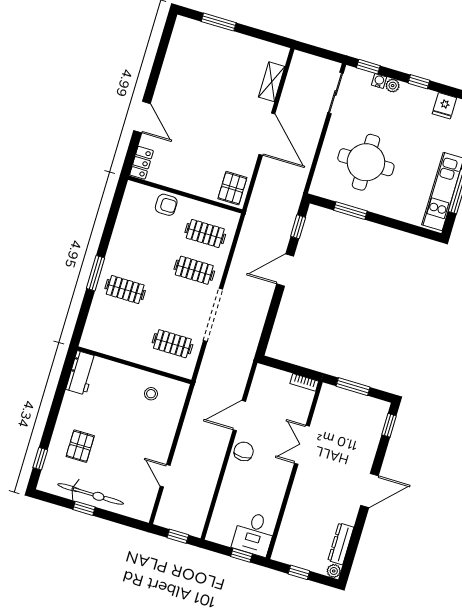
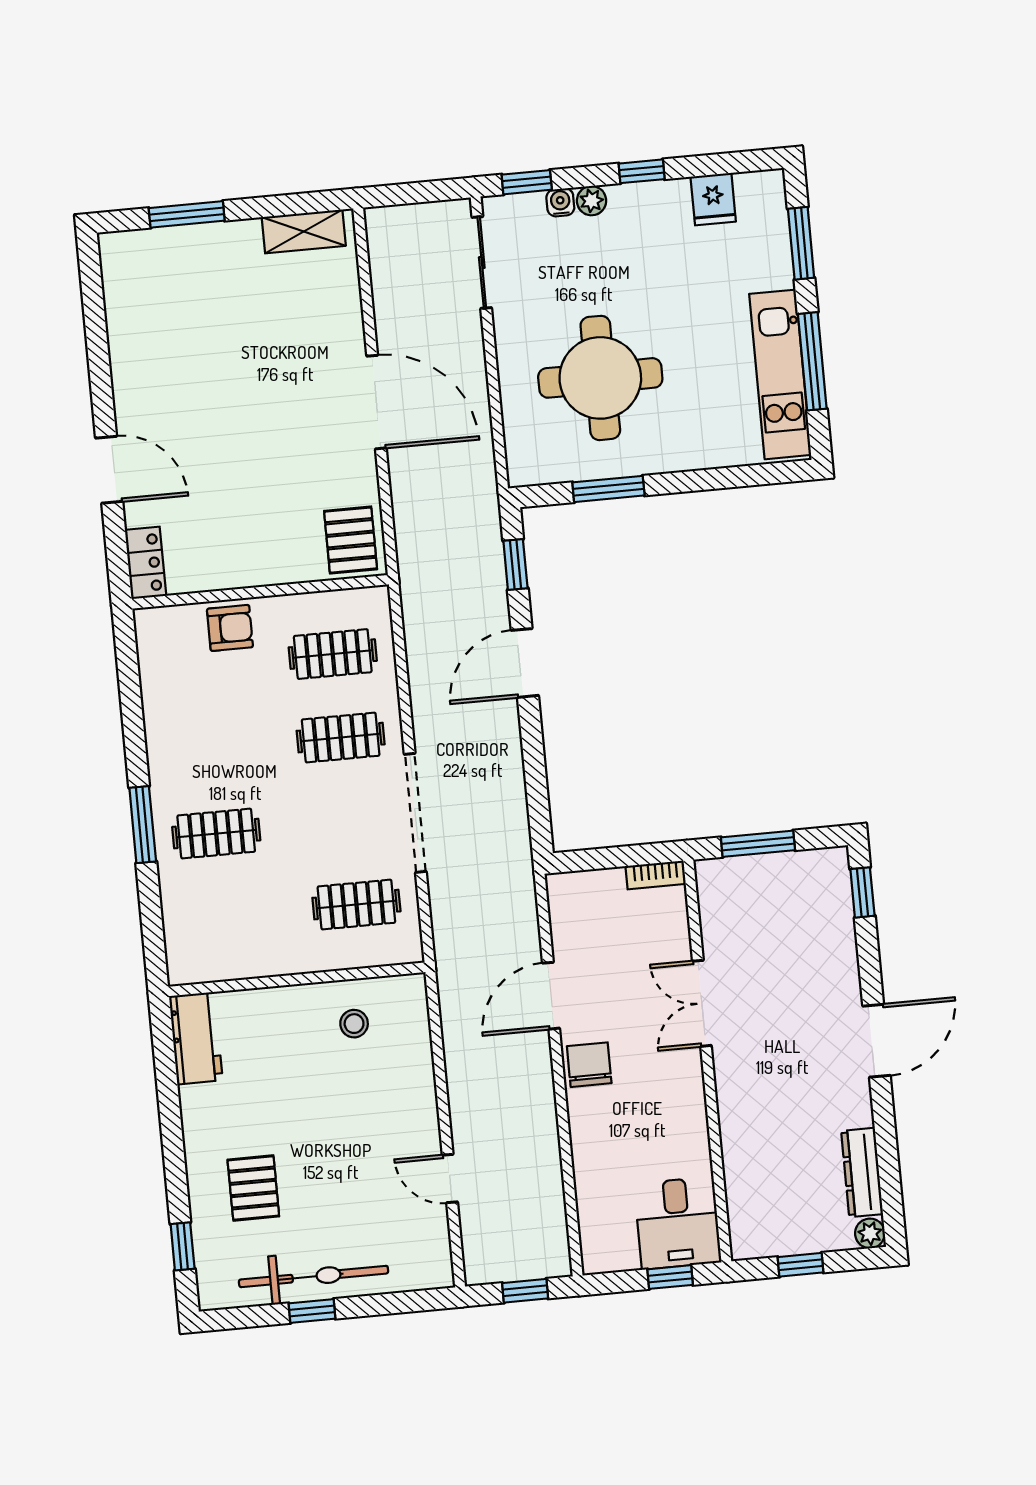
shelving: (272, 82) -> (304, 231), moved, turned 90

